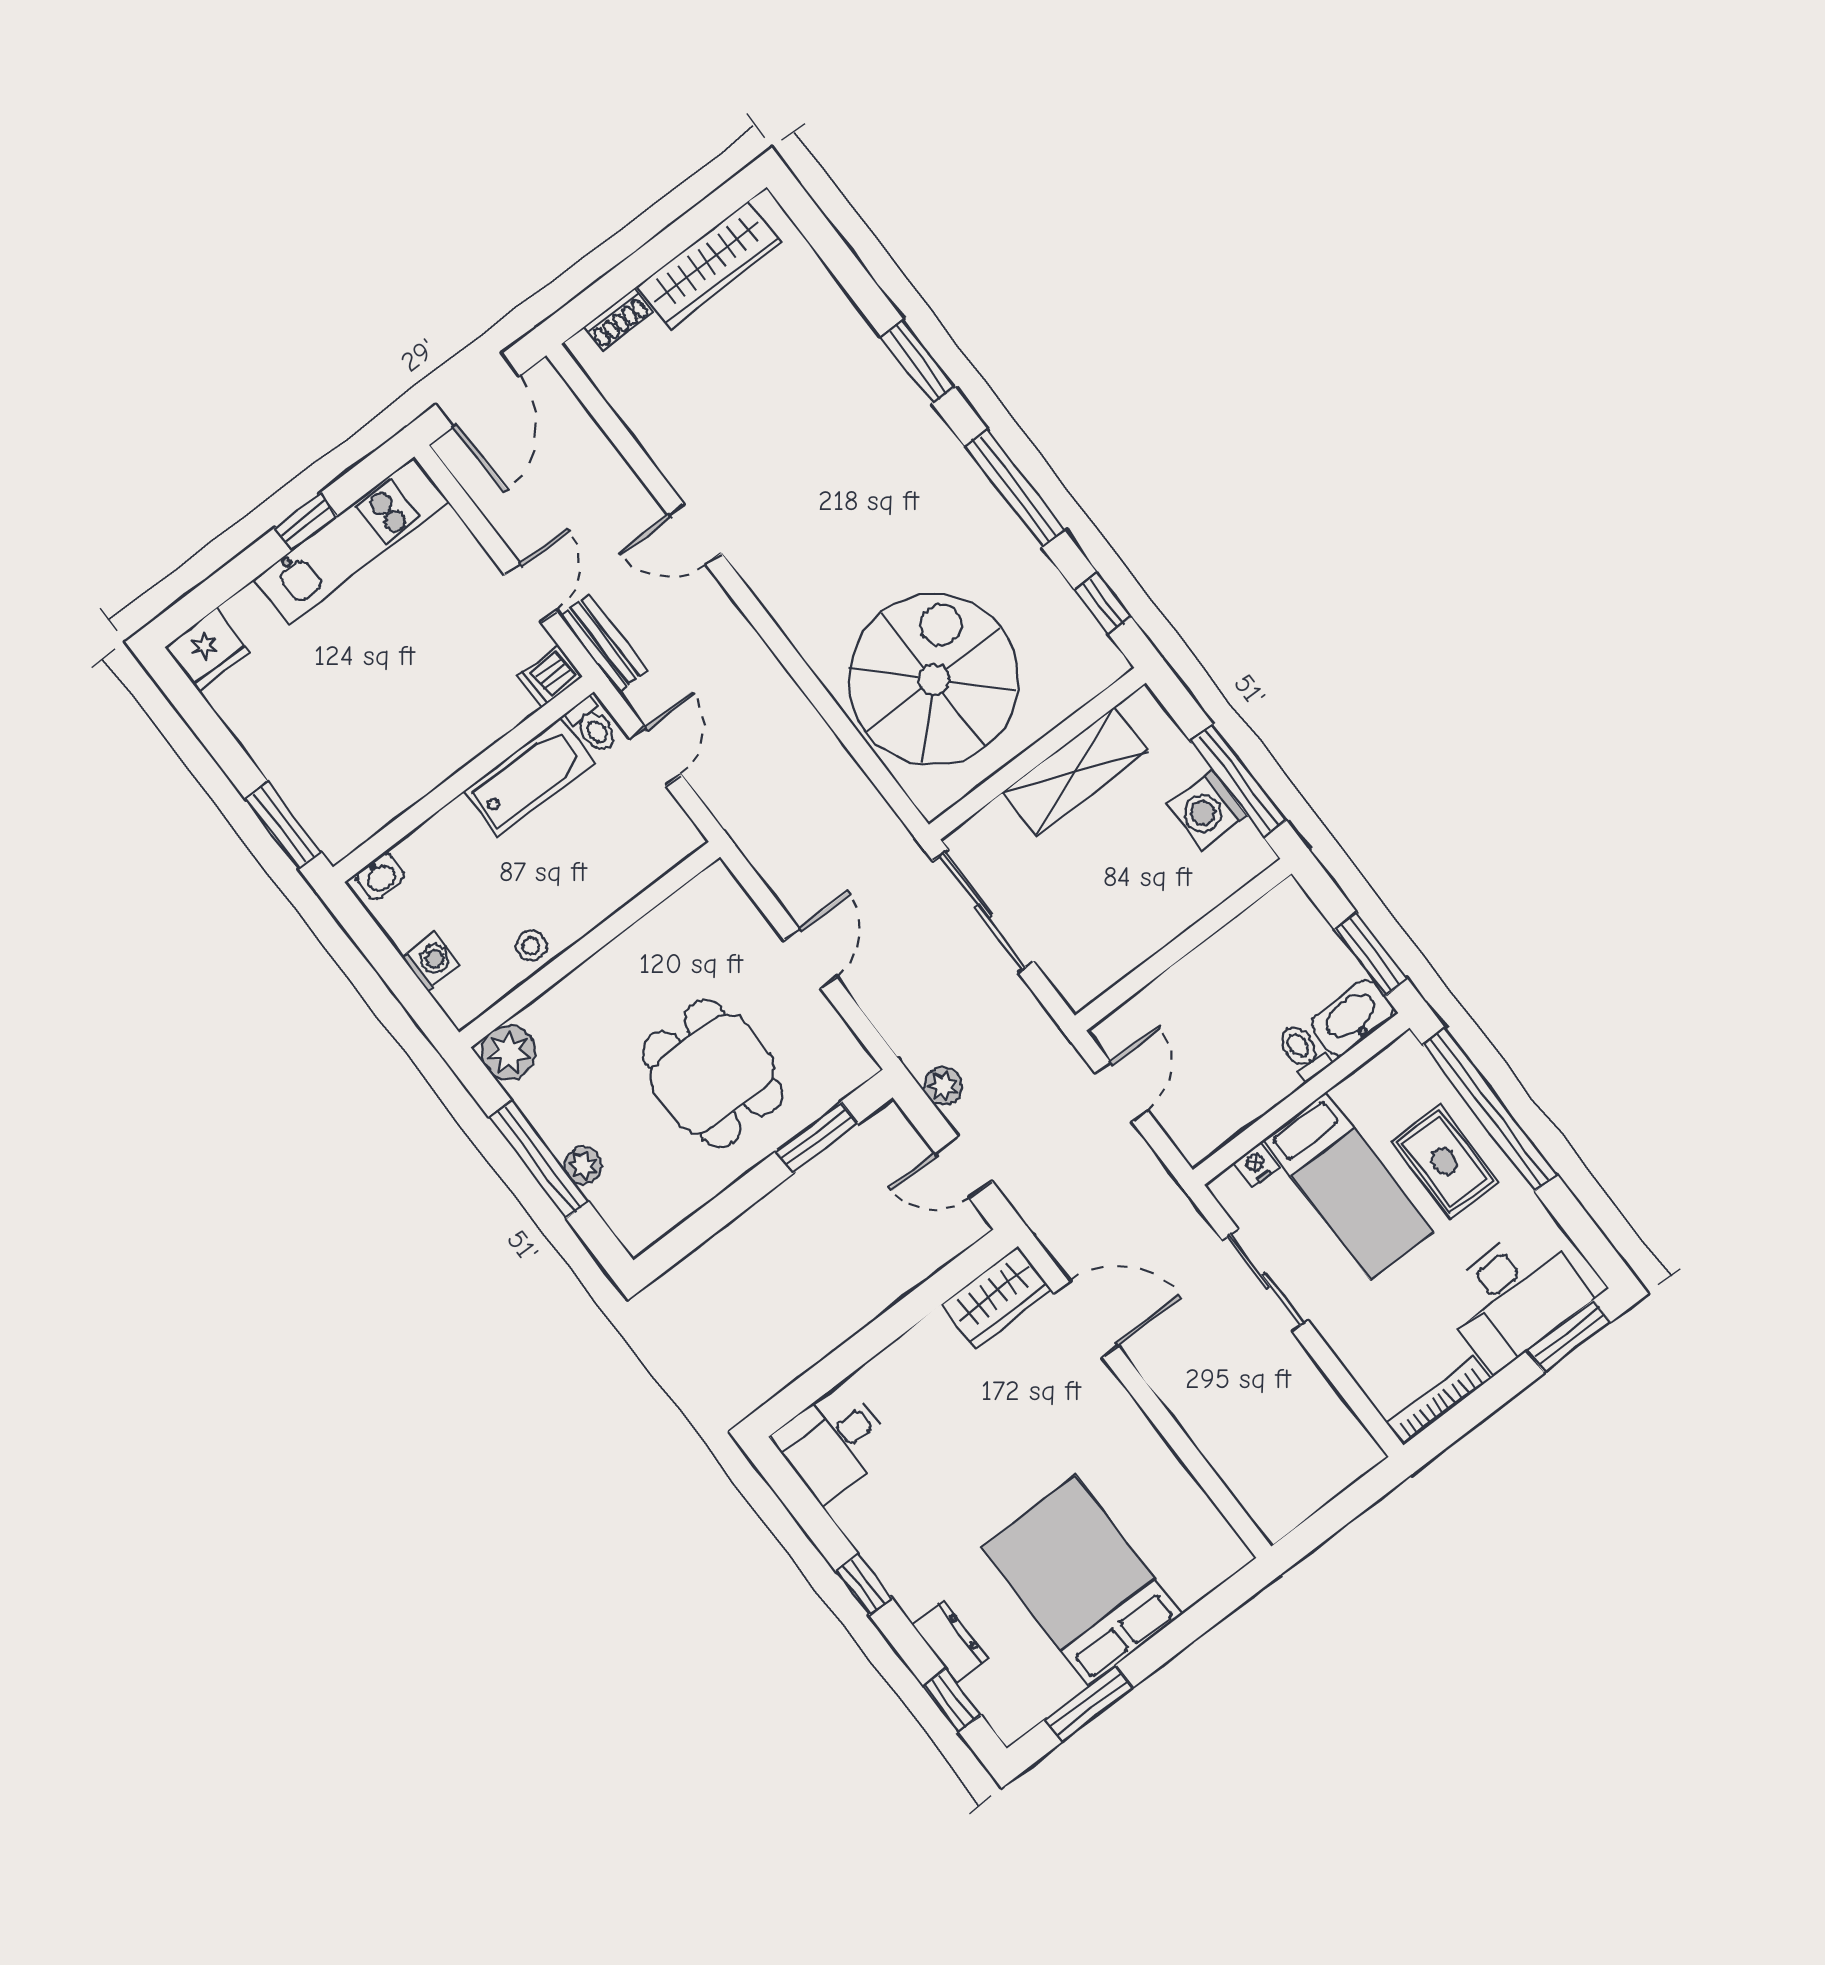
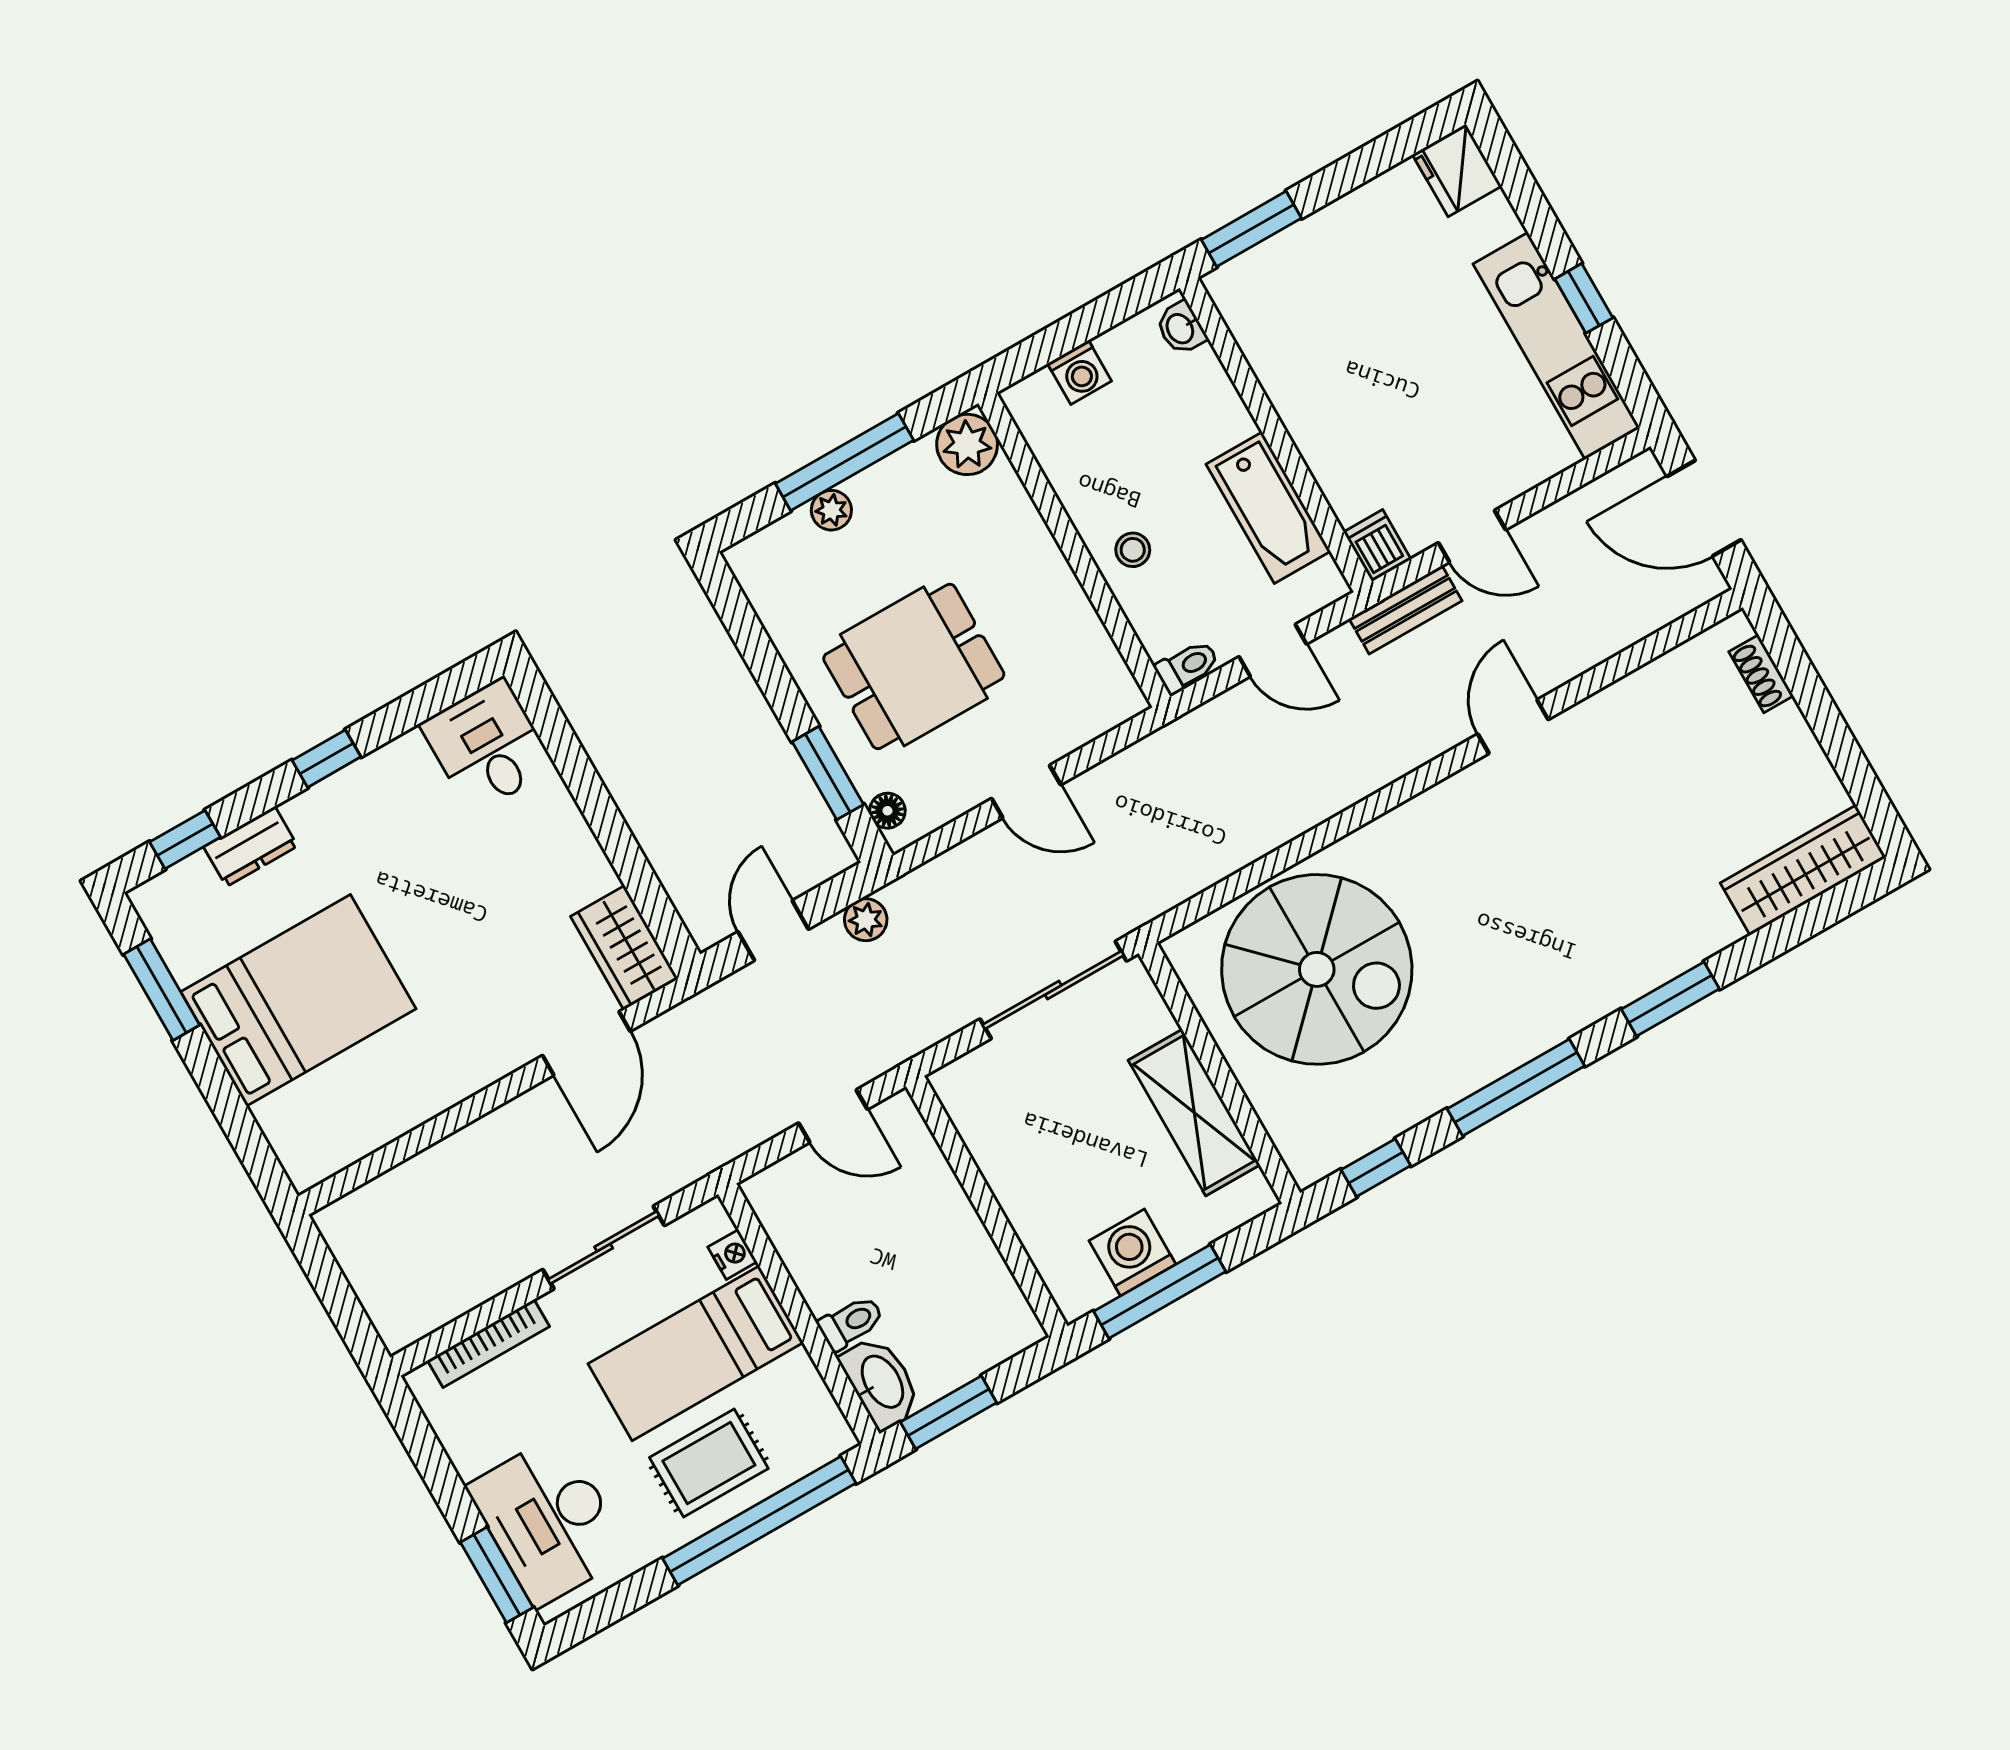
wardrobe: (709, 265) -> (1803, 870), moved, turned 90
toilet: (593, 726) -> (1187, 667), moved, turned 180
stool: (531, 946) -> (1133, 550), moved
floor lamp: (844, 1080) -> (887, 811), added
bookcase: (1439, 1401) -> (488, 1343), moved, turned 90

